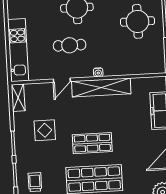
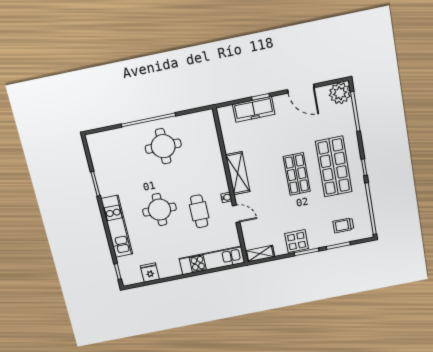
water cooler: (98, 72) -> (226, 197), moved
shelving: (101, 87) -> (238, 173), width x0.68
display table: (45, 130) -> (297, 241), moved

